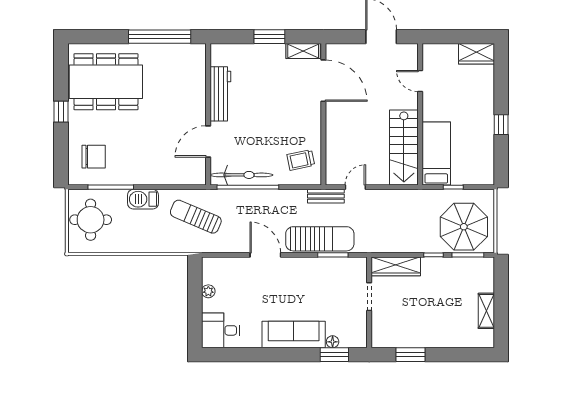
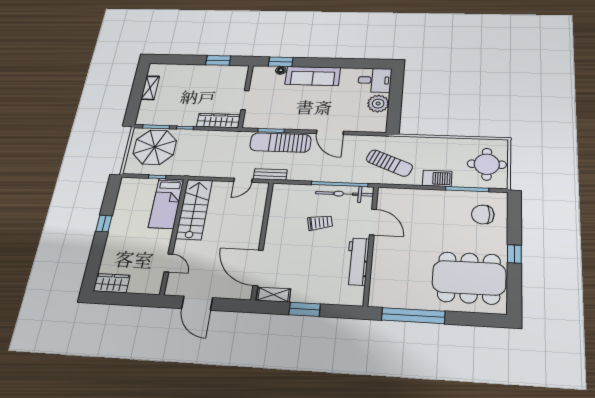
door: (208, 142) -> (373, 222), hinge flipped
trolley: (301, 160) -> (320, 223), moved
plant: (208, 291) -> (378, 104), width x1.87, depth x1.87

